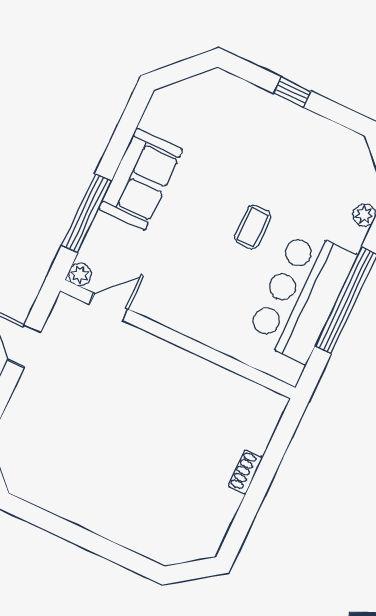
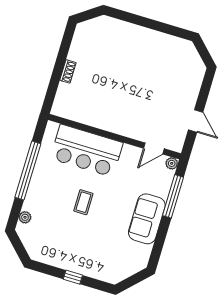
bar counter: (301, 296) -> (87, 151), moved, turned 90

